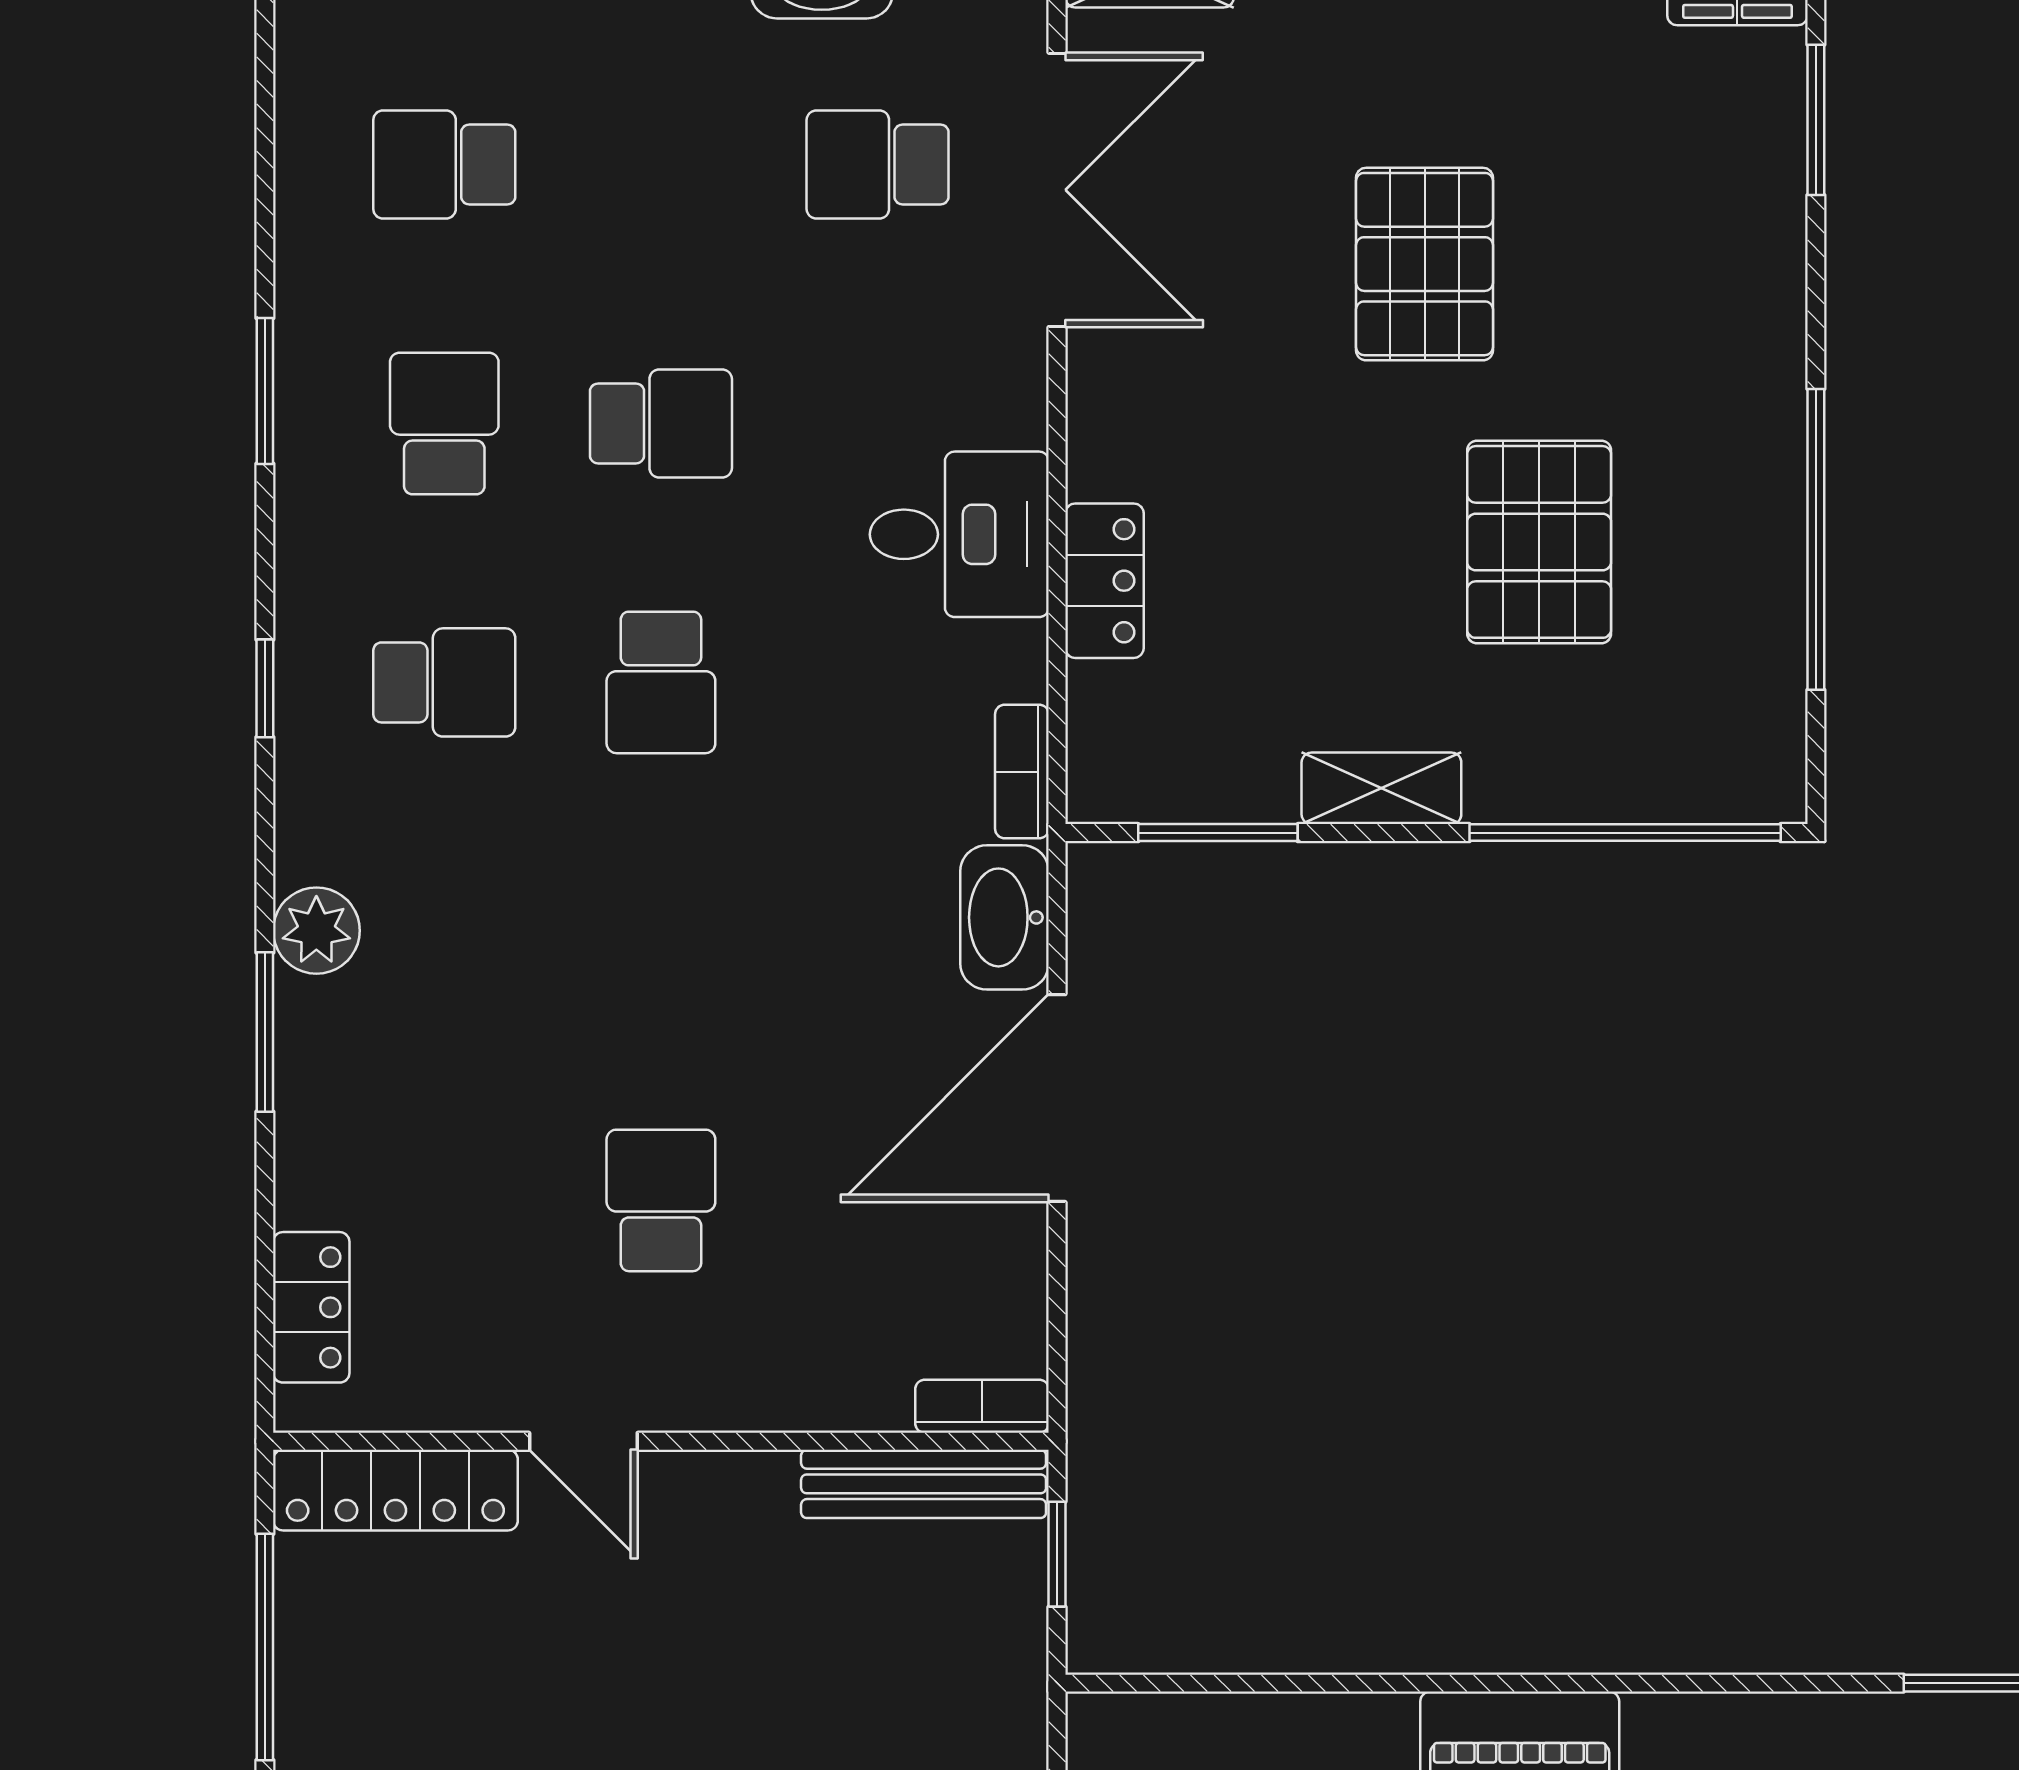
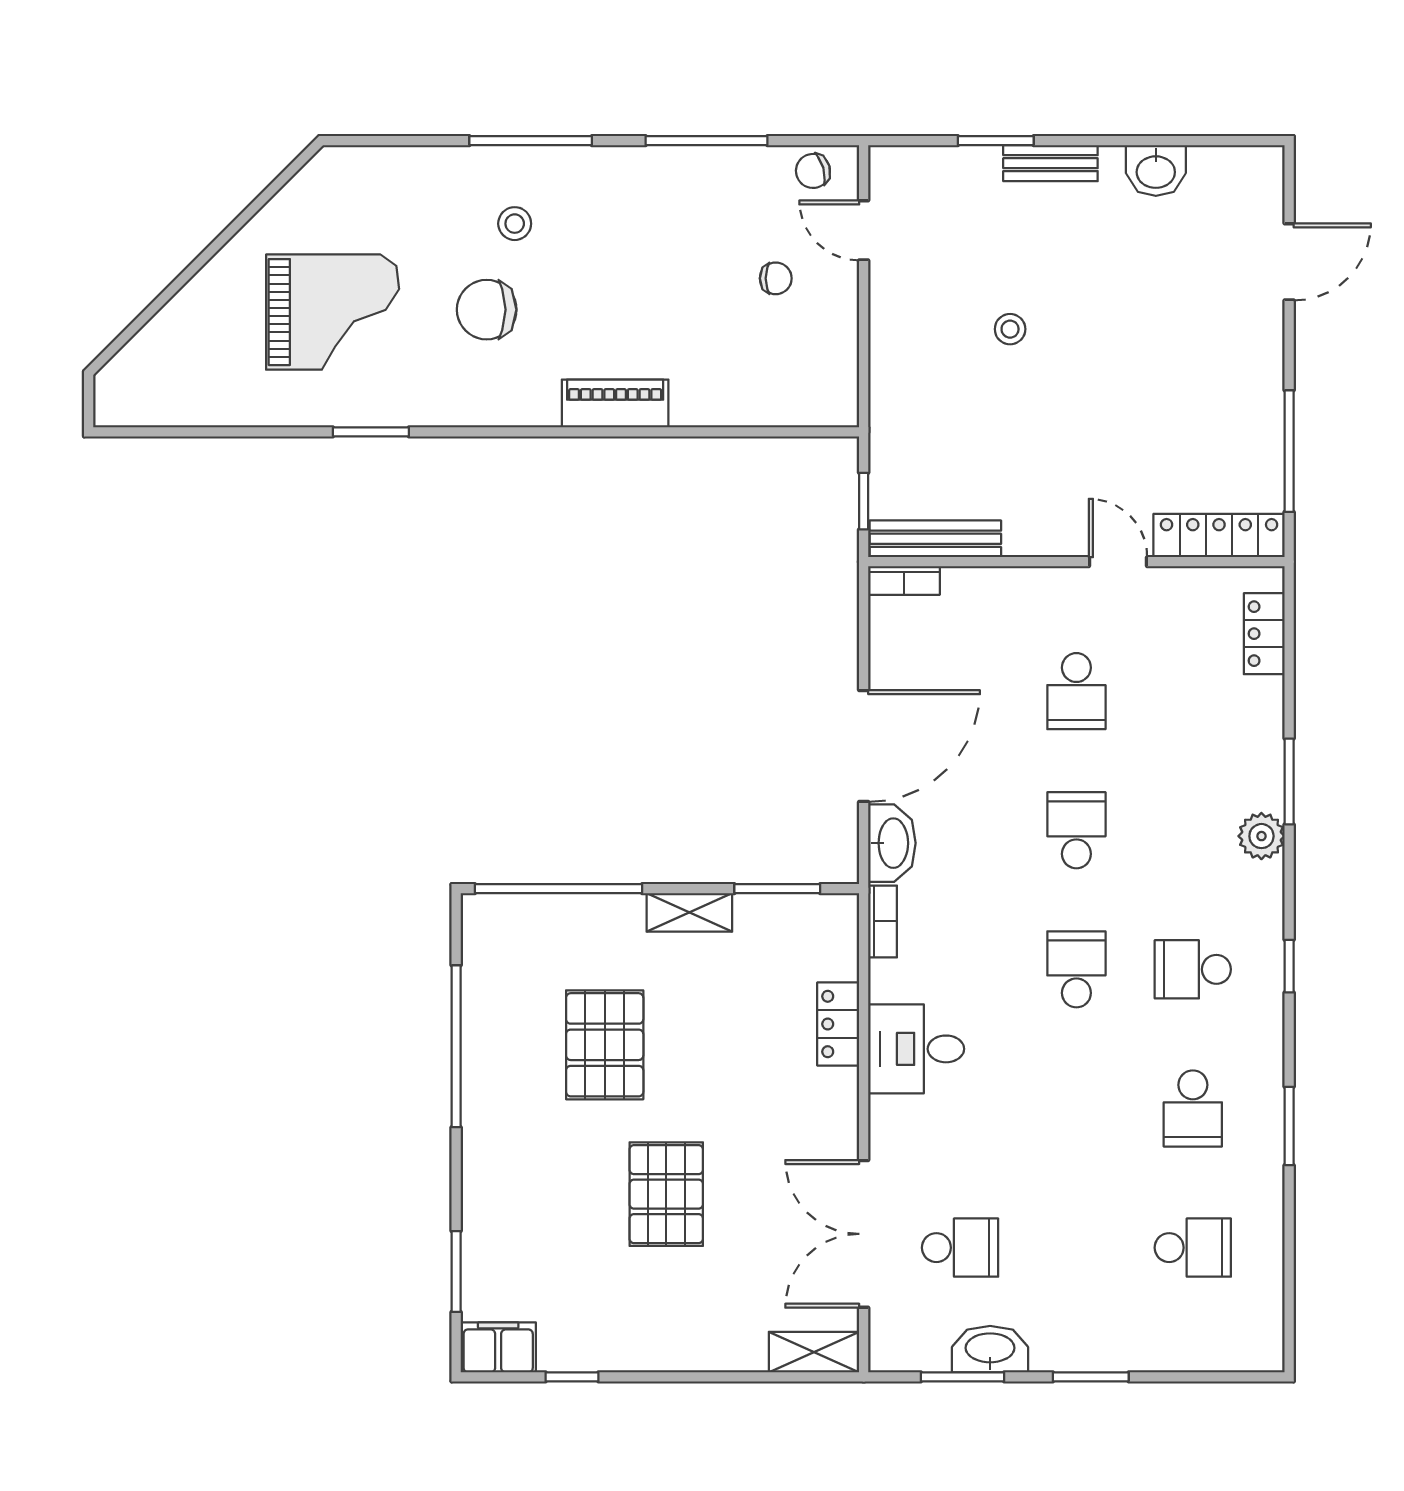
school desk: (661, 423) -> (1076, 830), moved, turned 90

